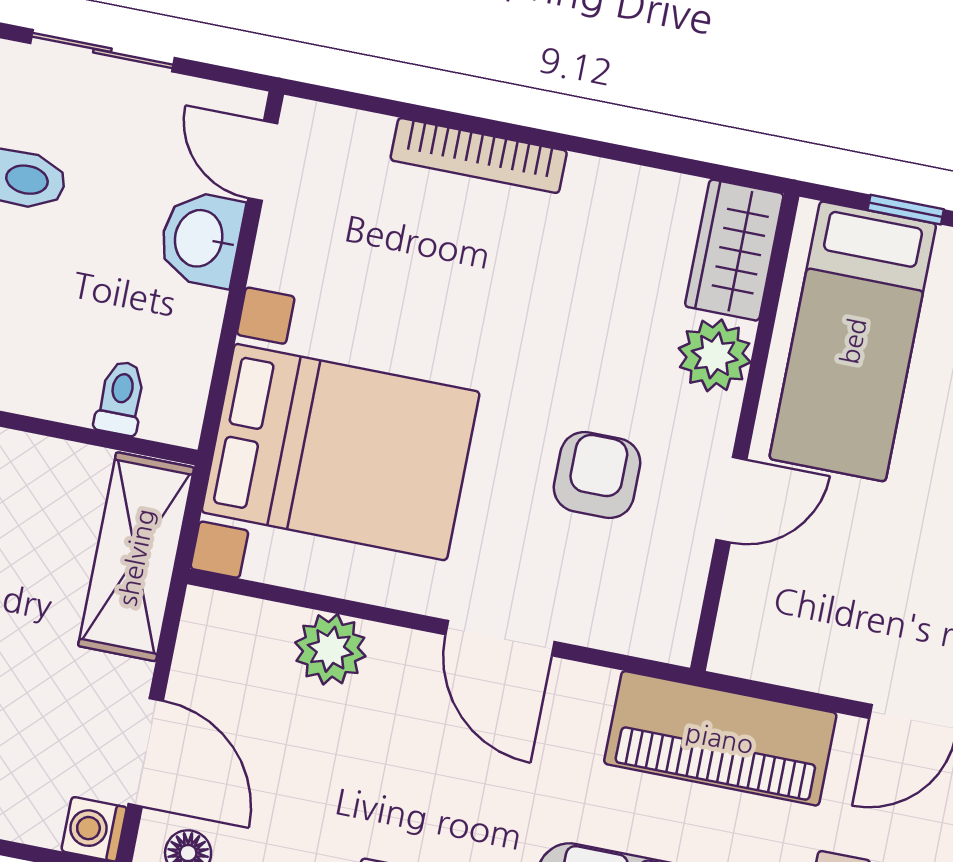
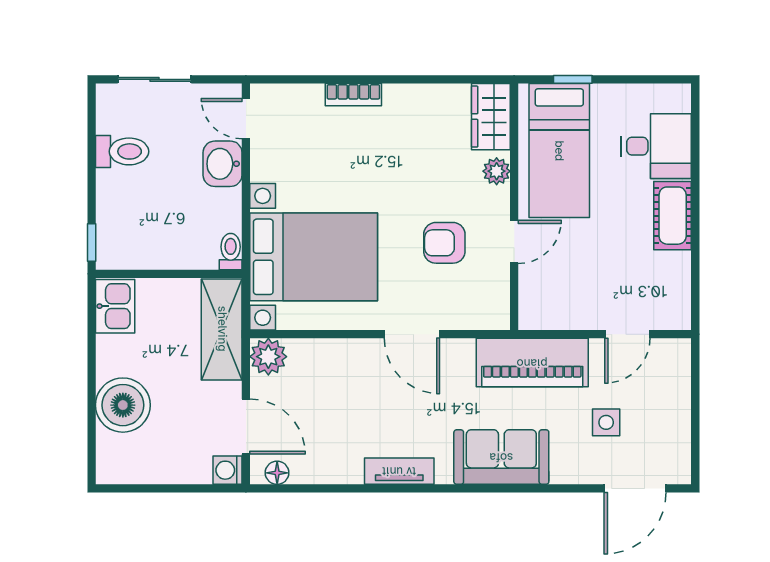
bookcase: (479, 156) -> (353, 95), width x0.64
plant: (715, 355) -> (497, 171), width x0.73, depth x0.73
toilet: (121, 398) -> (231, 252), moved
armchair: (597, 475) -> (444, 243), turned -90
plant: (330, 649) -> (268, 357), moved

